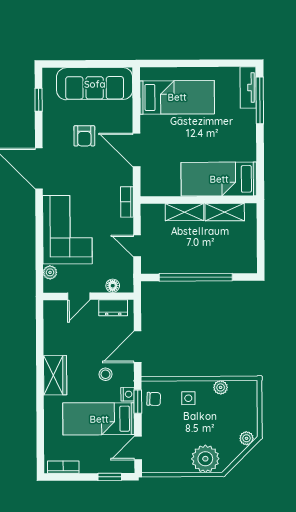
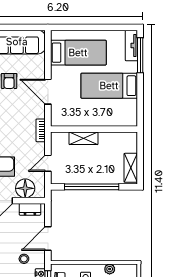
bed: (219, 179) -> (109, 86), moved
shelving: (225, 212) -> (131, 168), moved, turned 90
door: (137, 246) -> (48, 163), hinge flipped
floor lamp: (113, 286) -> (25, 188), width x1.89, depth x1.89

